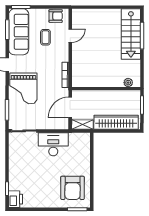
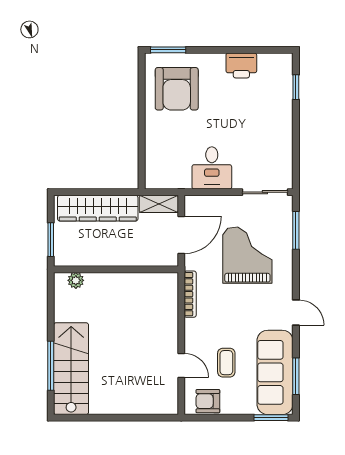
door: (70, 36) -> (181, 365), swing flipped
grand piano: (23, 88) -> (247, 255), moved
desk: (53, 144) -> (212, 168), width x0.73
armchair: (73, 188) -> (177, 89), turned 180
printer: (15, 199) -> (241, 65), moved, turned -90

